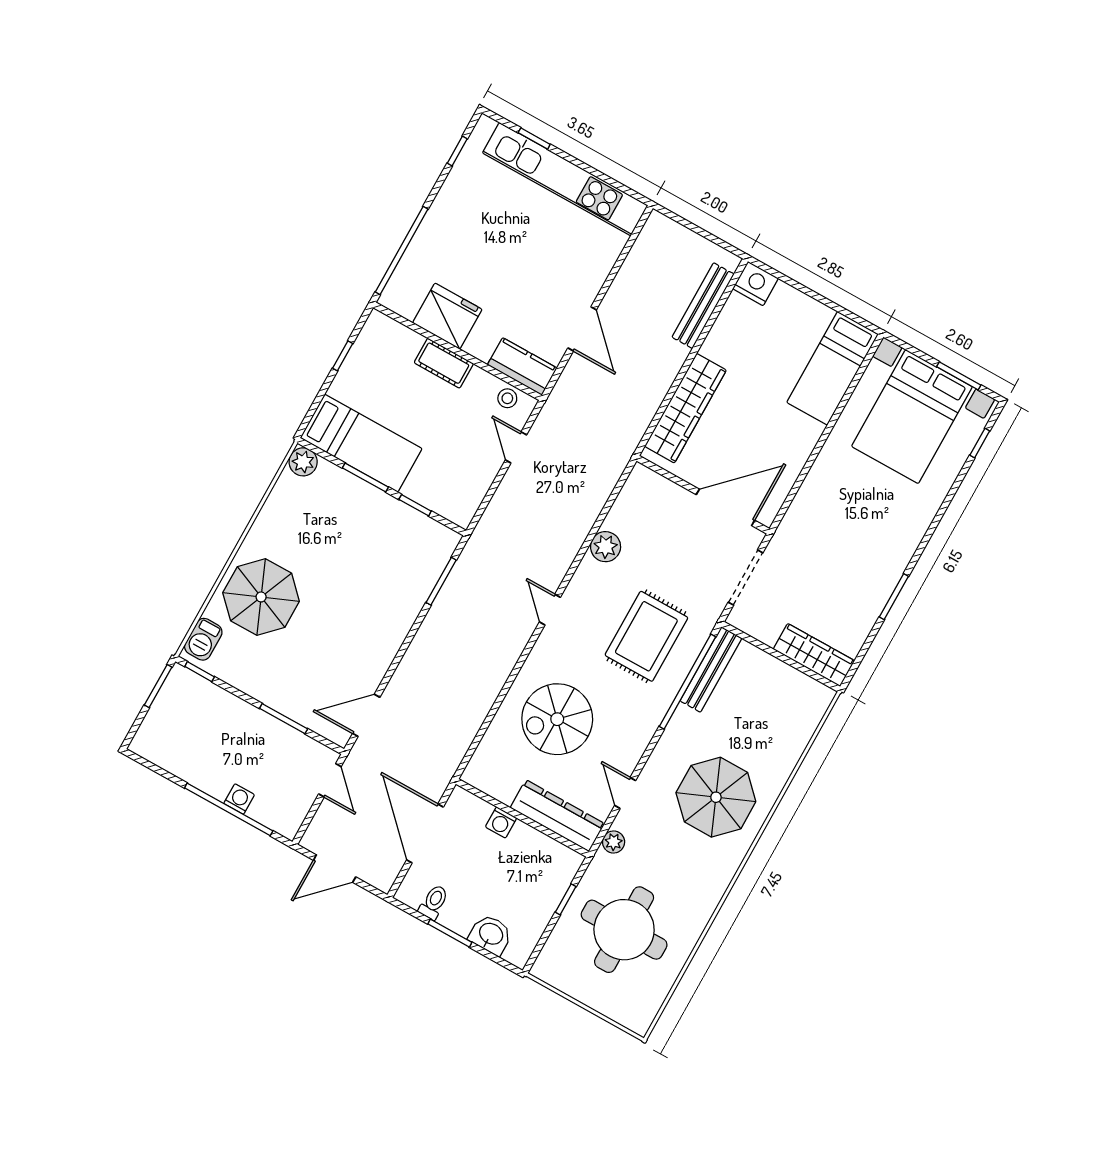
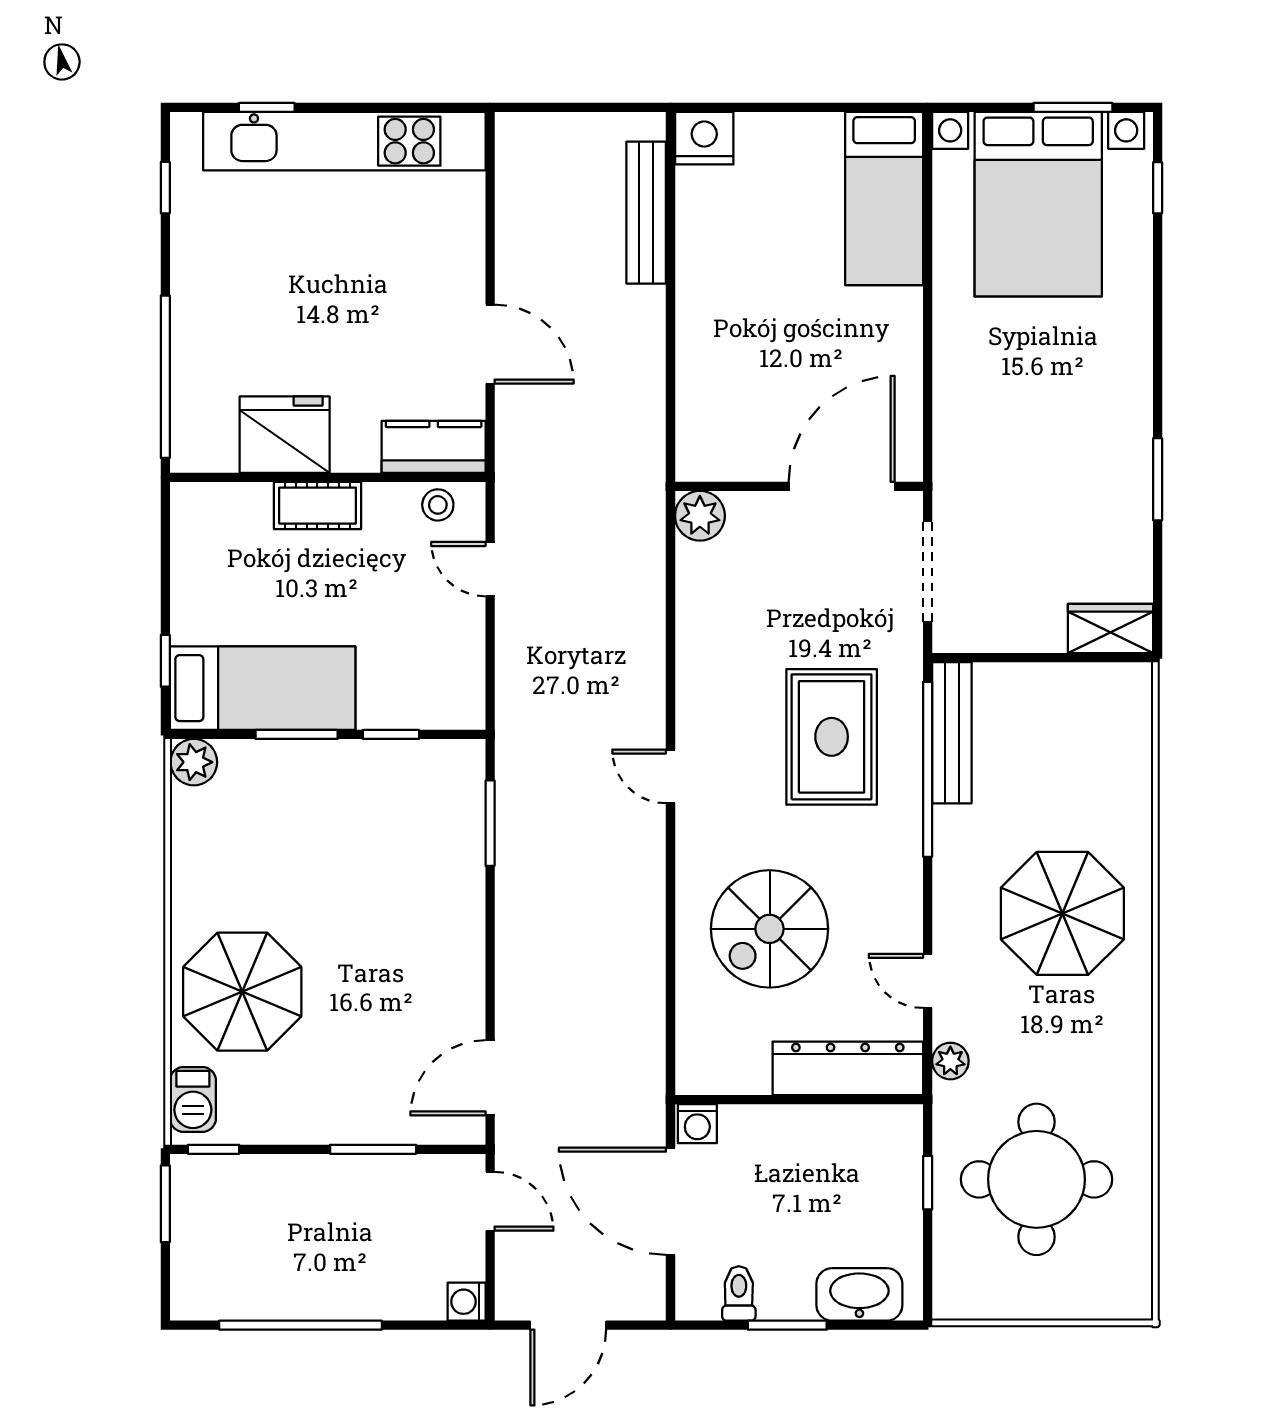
window: (343, 356) -> (165, 661), moved
wardrobe: (685, 408) -> (704, 375), removed
plant: (606, 547) -> (700, 516), moved
wardrobe: (814, 655) -> (1111, 629), width x0.67
washing machine: (239, 799) -> (467, 1302), moved, turned -90
window: (229, 809) -> (301, 1325), moved
washing machine: (501, 822) -> (697, 1124), moved
washbasin: (491, 935) -> (859, 1294), width x1.38

